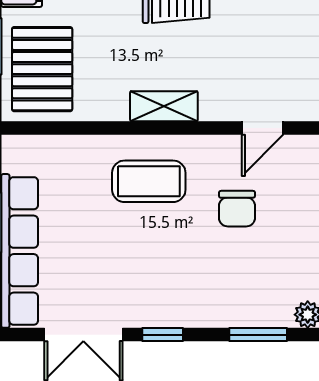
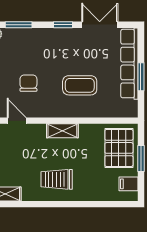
door: (262, 128) -> (17, 121), hinge flipped
coffee table: (149, 181) -> (80, 85), moved

